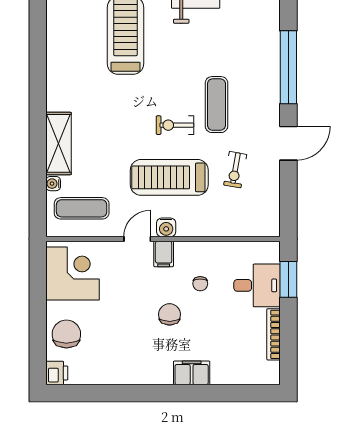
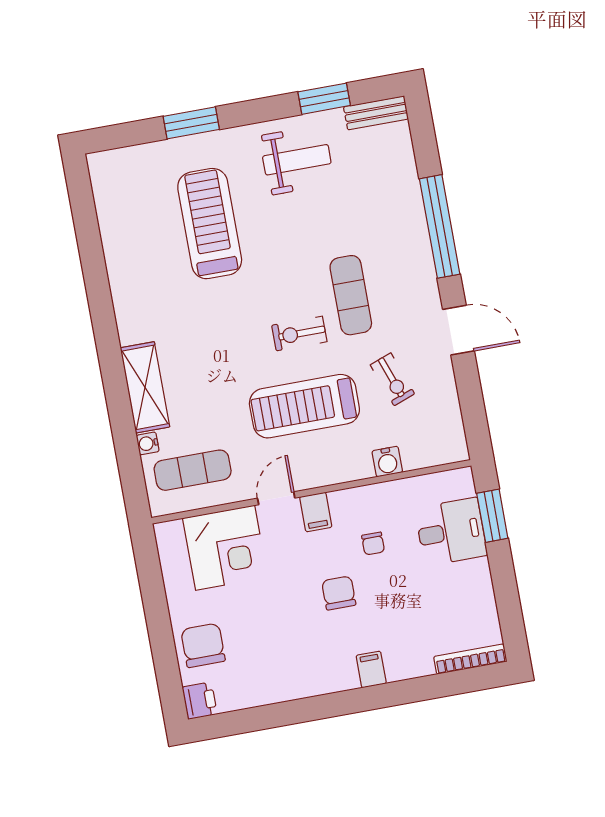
door: (288, 143) -> (459, 330), hinge flipped
exercise bike: (235, 170) -> (392, 379), turned -30
water cooler: (166, 227) -> (387, 462), moved
corner desk: (72, 273) -> (225, 548), moved, turned 90
bookcase: (274, 334) -> (470, 659), moved, turned 90
filing cabinet: (192, 373) -> (371, 669), width x0.50

